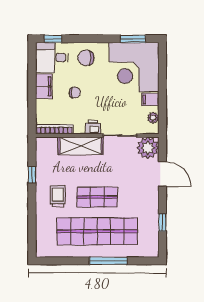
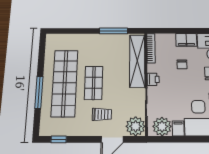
plant: (153, 118) -> (162, 126), width x1.87, depth x1.87
shelving: (81, 146) -> (137, 61), width x1.47
window: (32, 175) -> (114, 31), width x2.17
trolley: (58, 196) -> (102, 114), moved
window: (162, 222) -> (59, 139), moved

